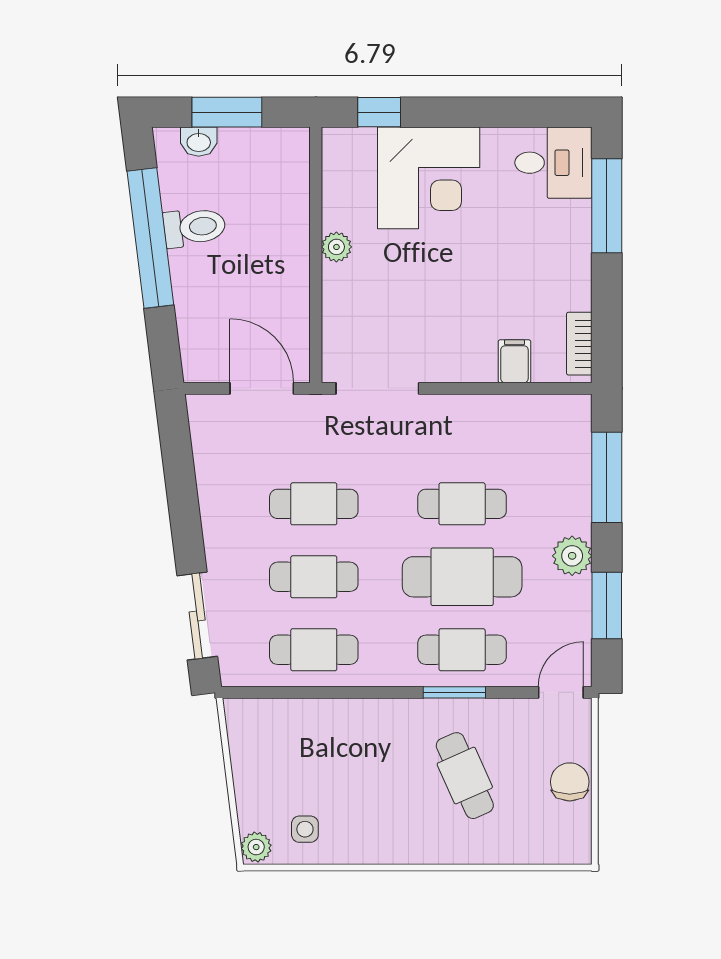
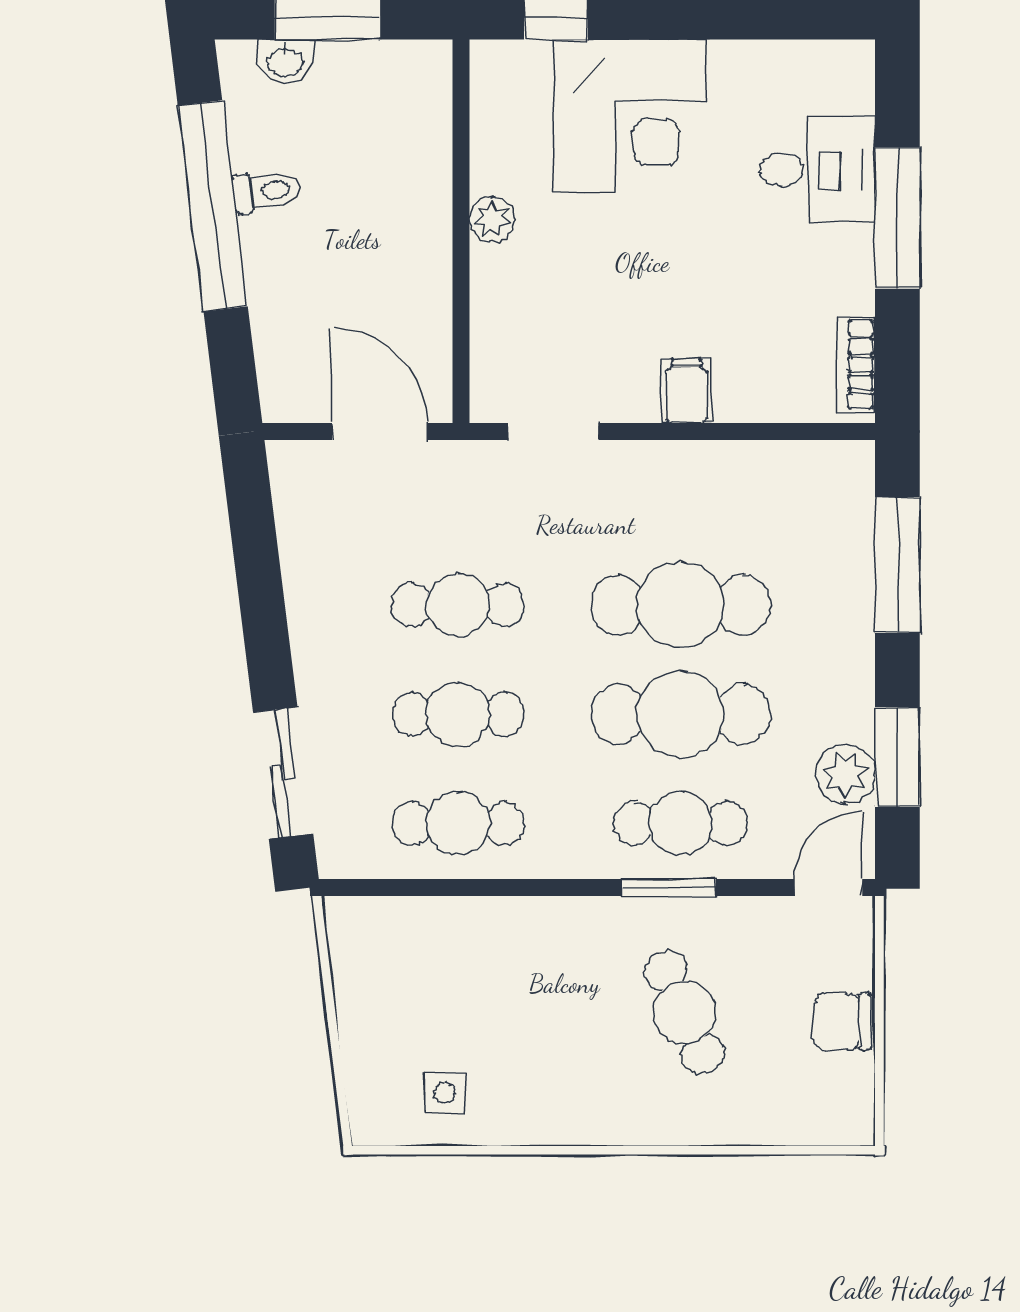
desk: (553, 163) -> (817, 170), moved
window: (607, 206) -> (897, 218), moved
toilet: (194, 227) -> (266, 191), width x0.73, depth x0.72
filing cabinet: (514, 361) -> (686, 391), moved
doorway: (377, 388) -> (553, 431), width x0.73
cafe table: (462, 504) -> (680, 605), width x1.37, depth x1.35
plant: (572, 556) -> (845, 774), moved
chair: (570, 782) -> (842, 1022), turned -90
plant: (256, 847) -> (372, 1120), removed

